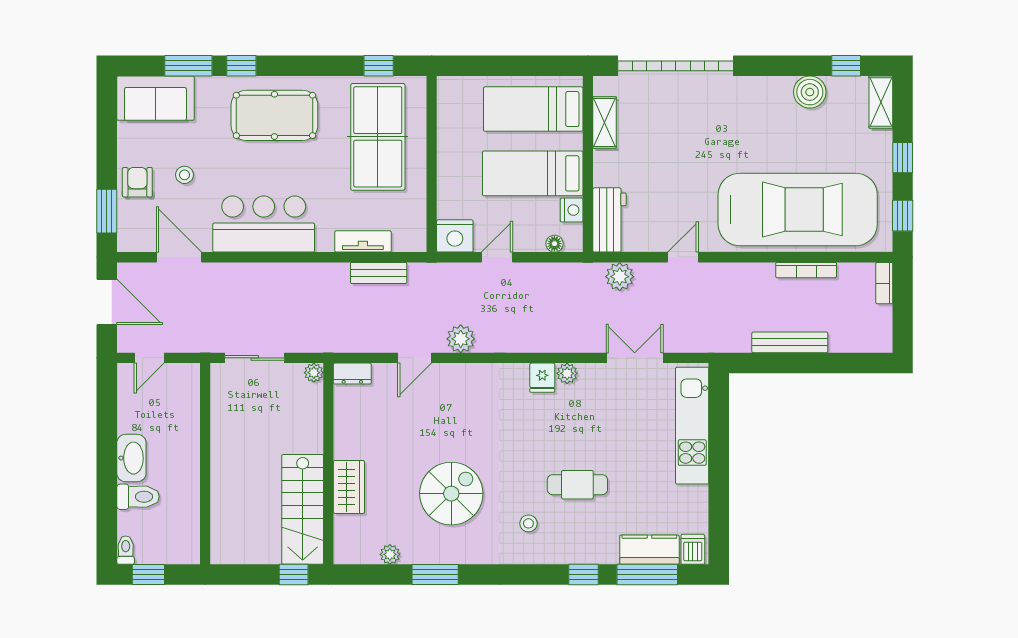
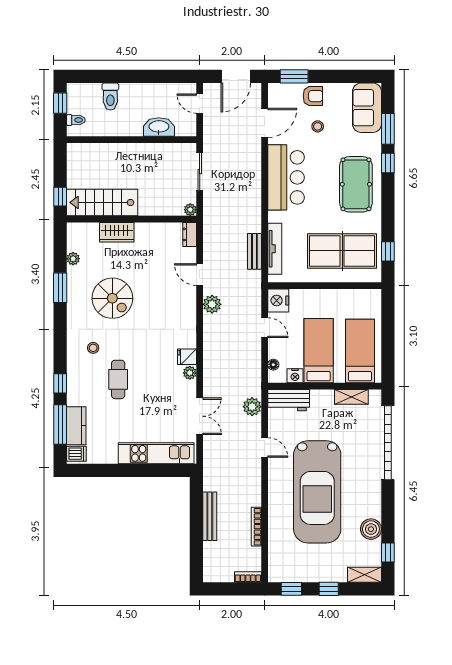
car: (798, 210) -> (317, 492), moved
tv unit: (363, 241) -> (275, 249), width x1.41
washbasin: (131, 458) -> (159, 127), moved, turned 180
toilet: (126, 550) -> (76, 120), moved

